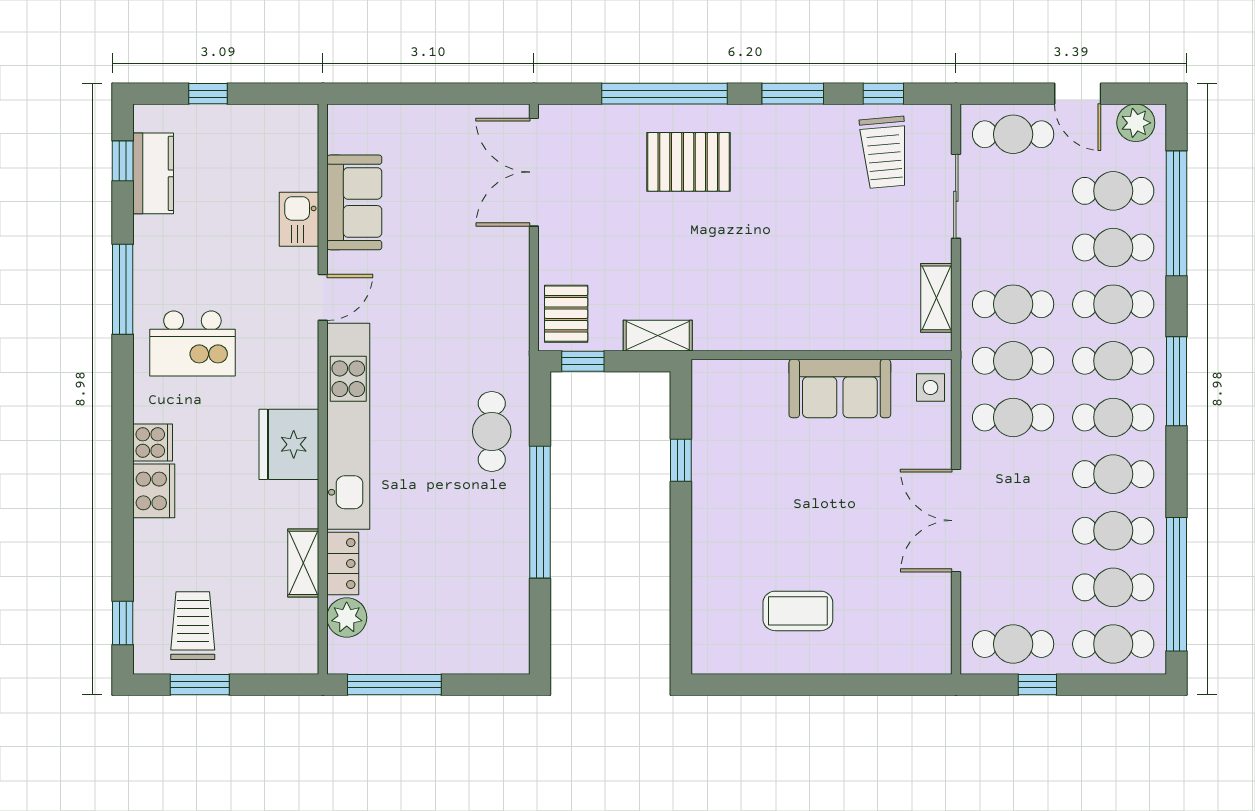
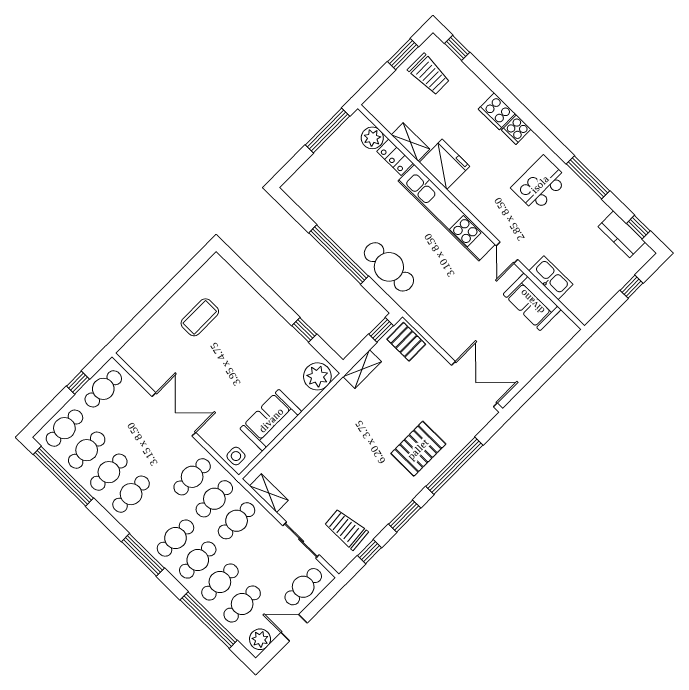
kitchen sink: (299, 219) -> (551, 278), width x1.38
plant: (724, 384) -> (317, 376), added
cafe table: (1113, 417) -> (153, 516), removed
cafe table: (492, 432) -> (389, 267), width x1.37, depth x1.35
fridge: (289, 444) -> (444, 164), moved

